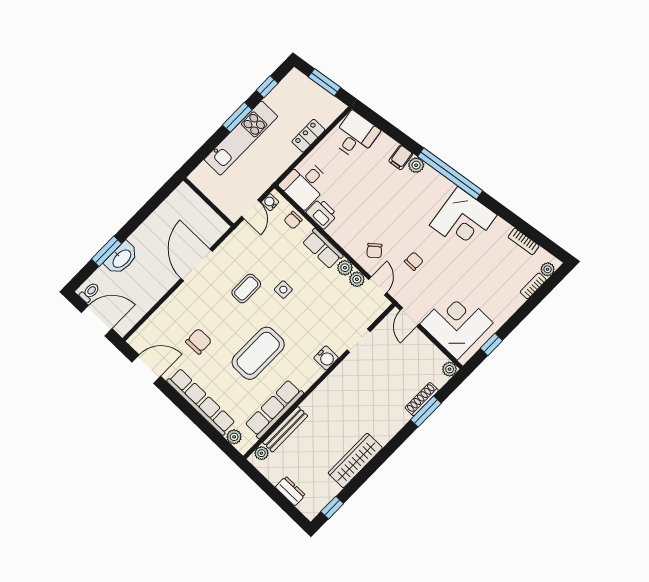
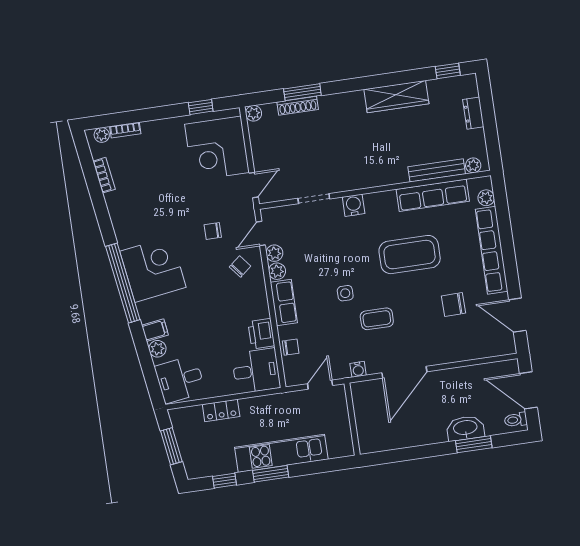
plant: (416, 165) -> (157, 349), moved
water cooler: (270, 202) -> (358, 369), moved
corner desk: (463, 220) -> (153, 269), moved

